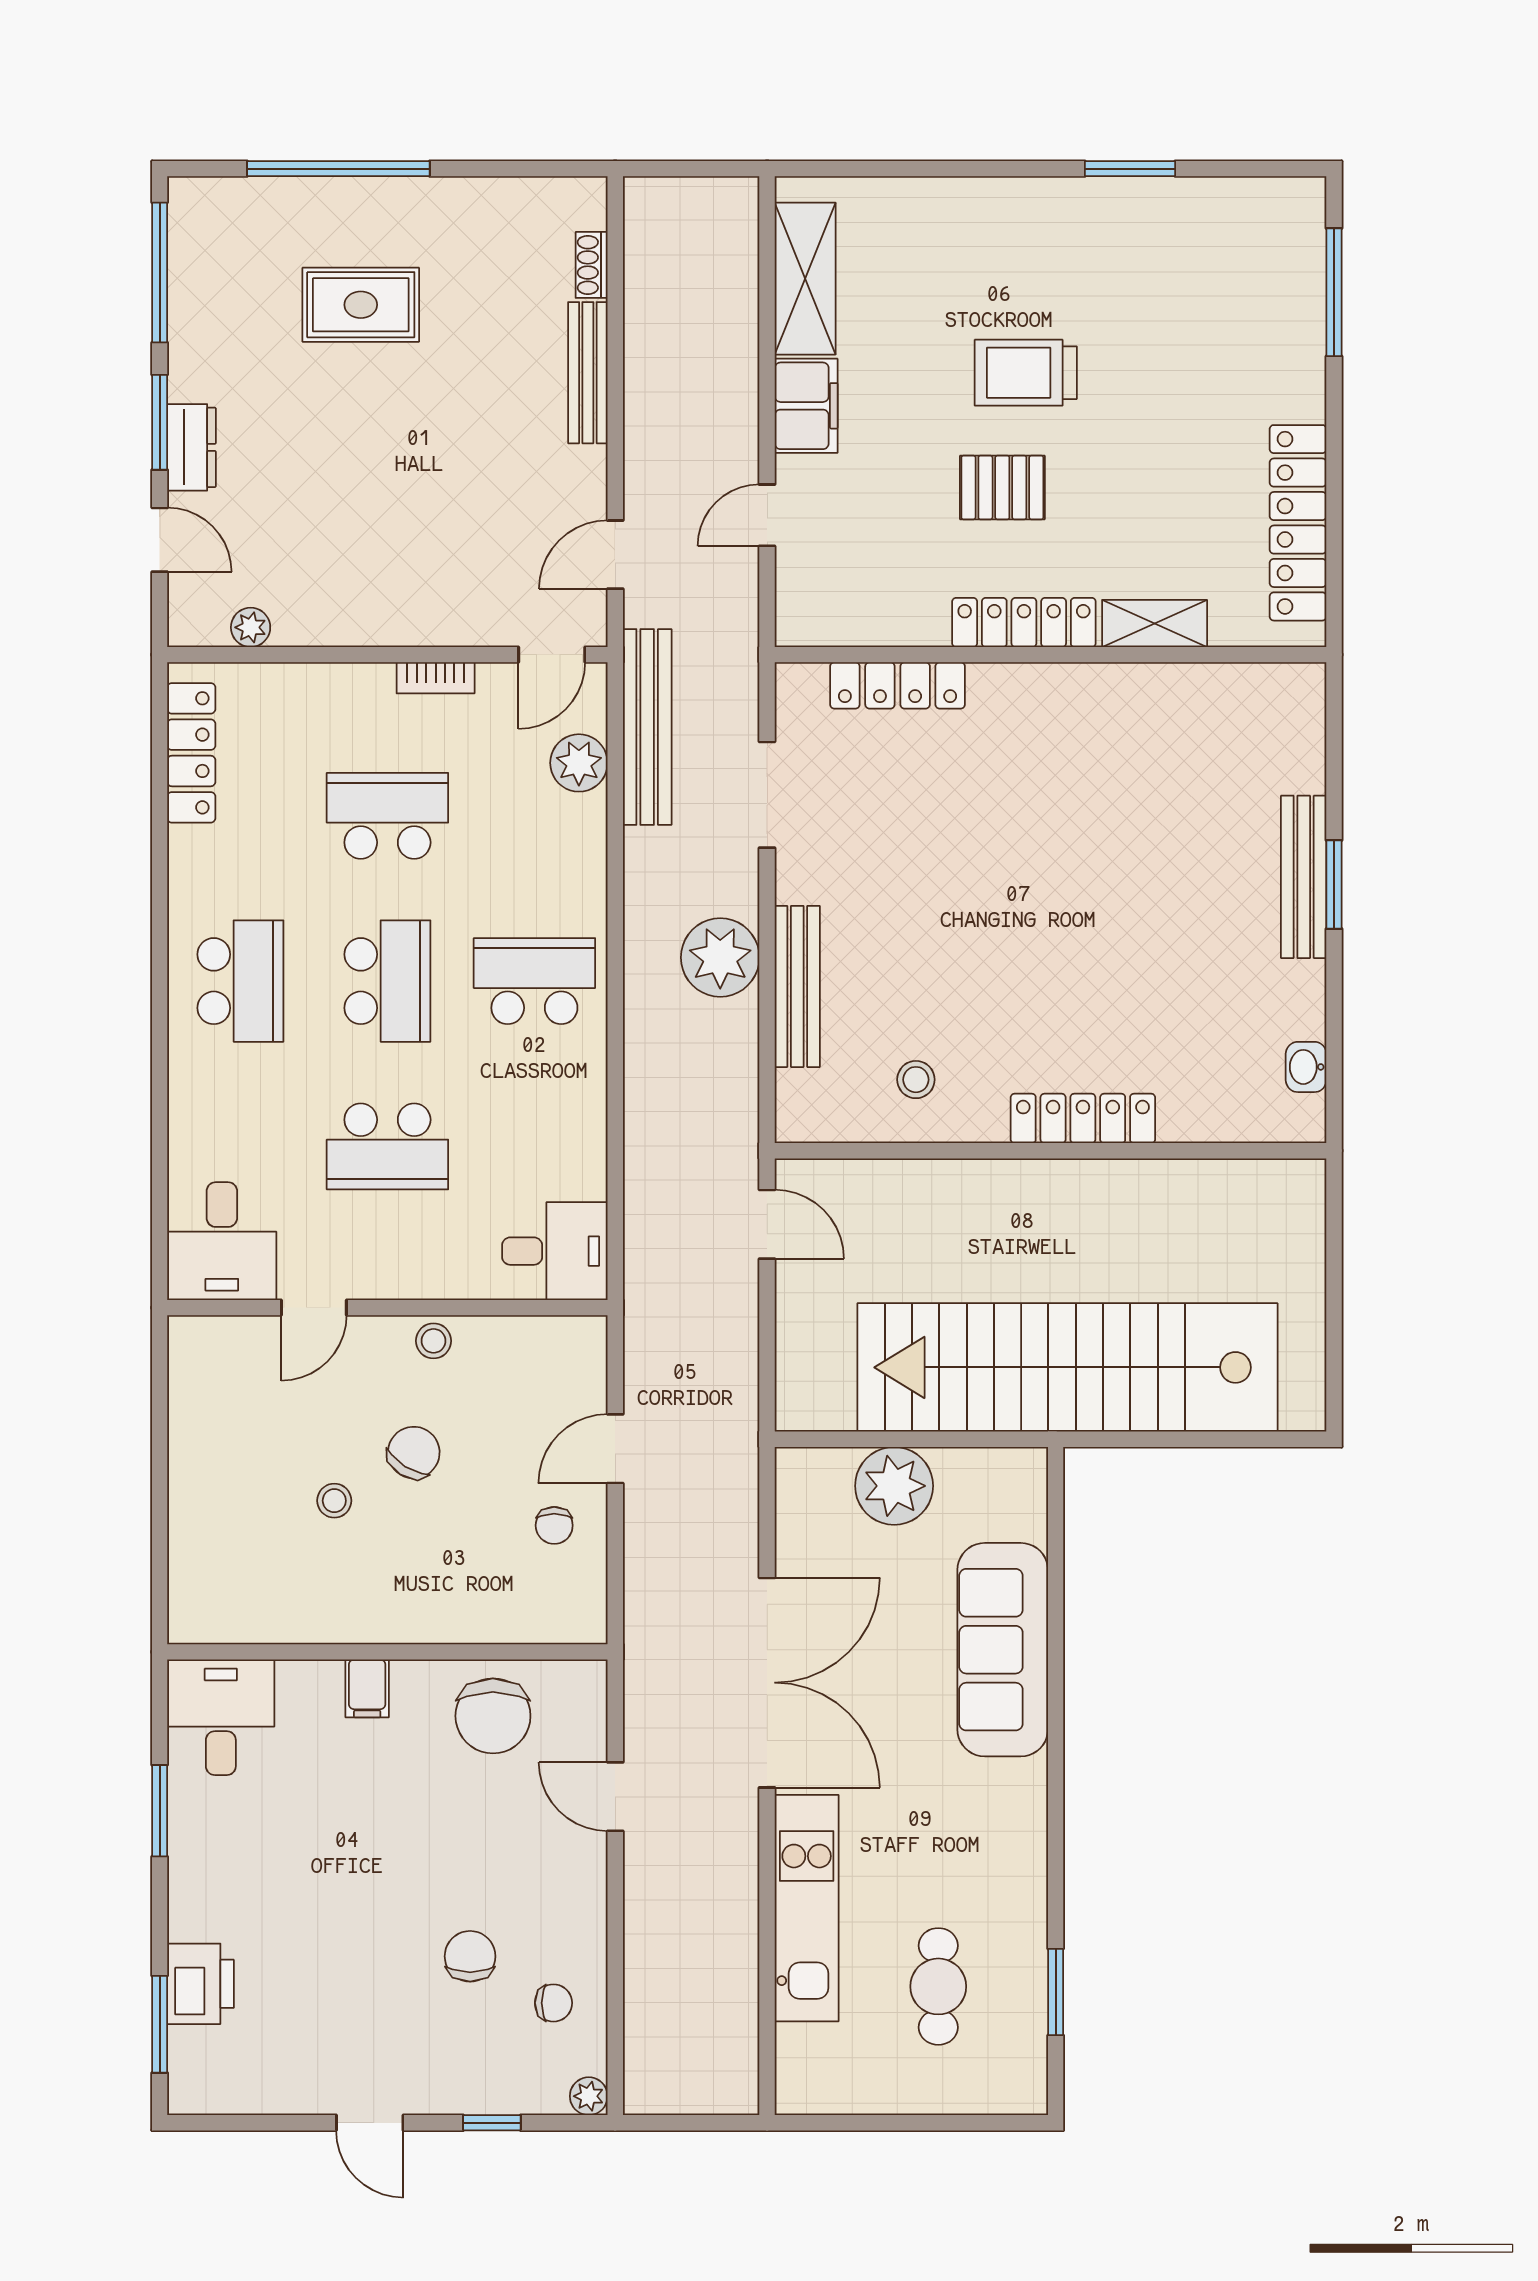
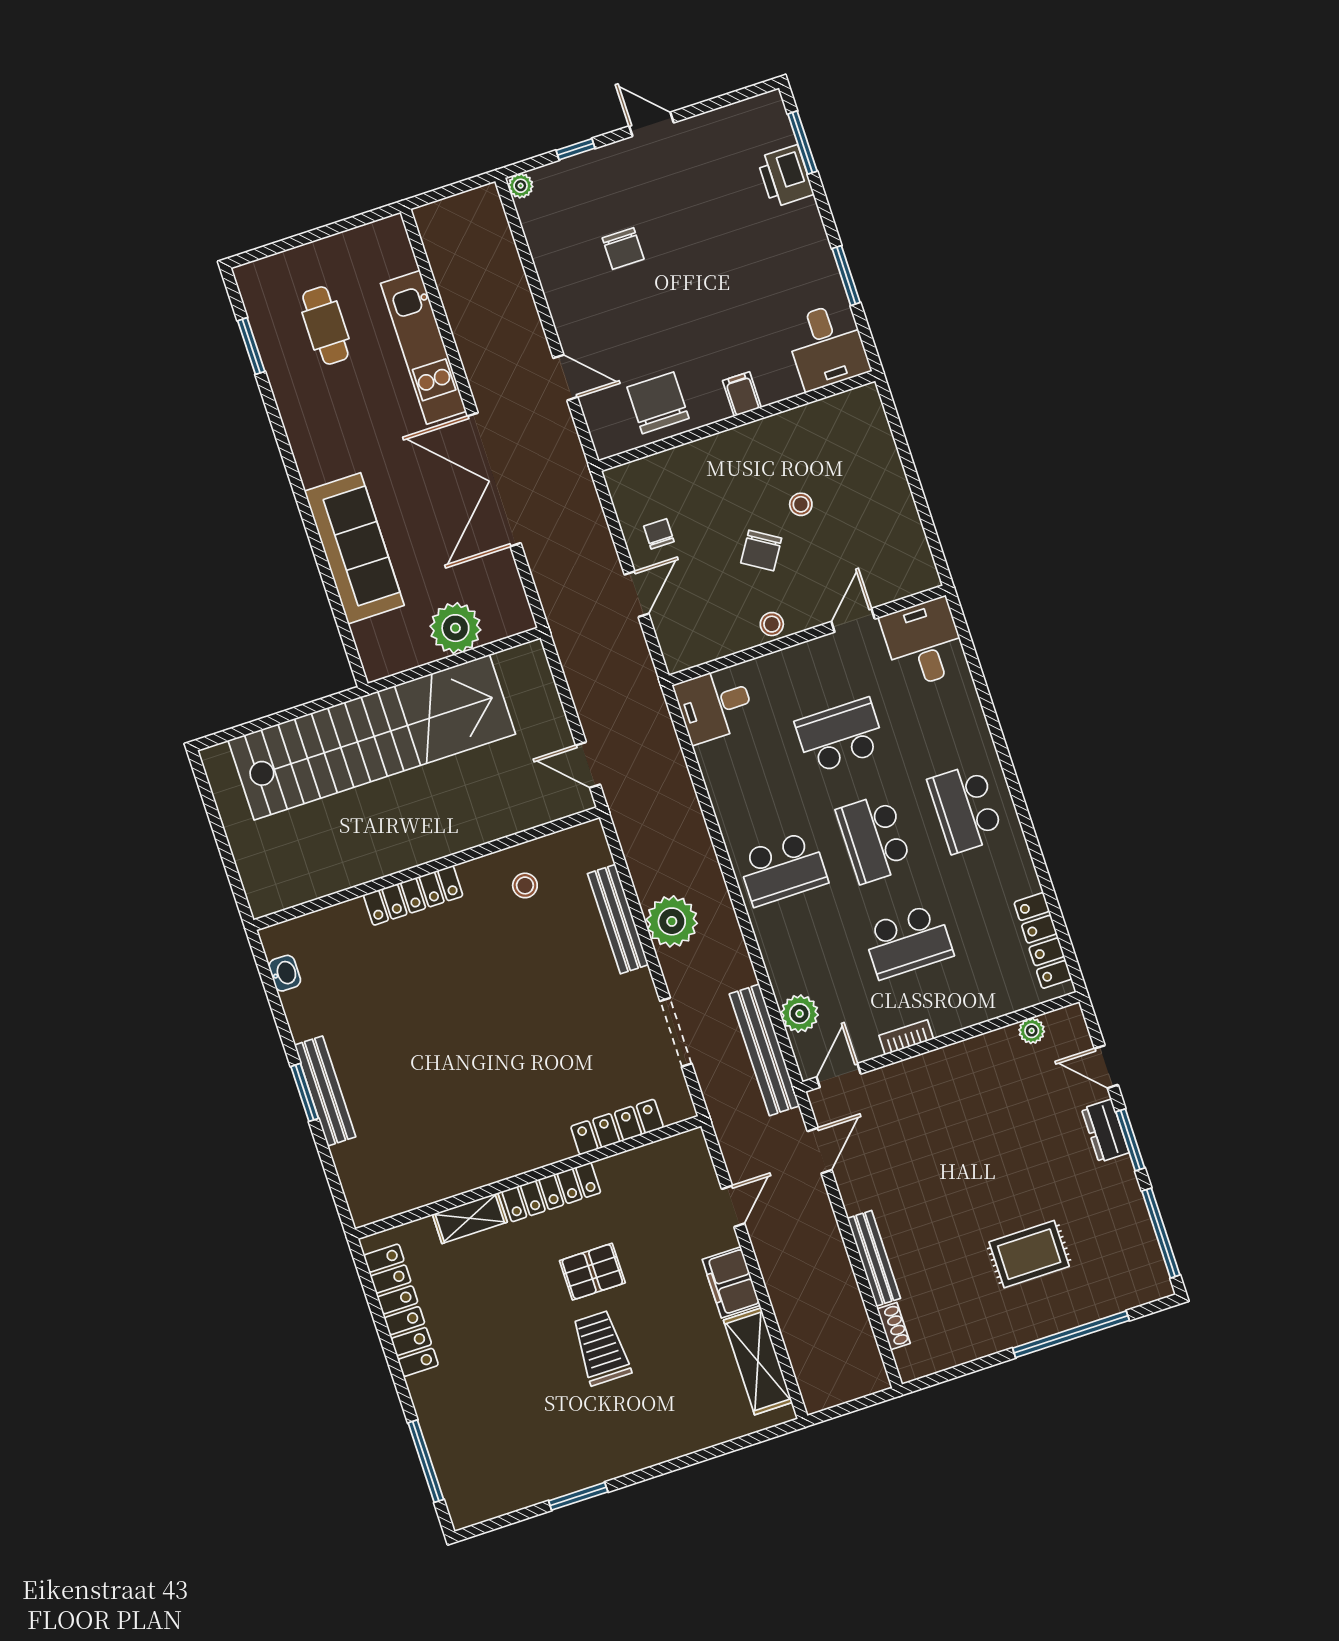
trolley: (1026, 373) -> (601, 1348), turned -90
chair: (553, 2003) -> (562, 236), removed

